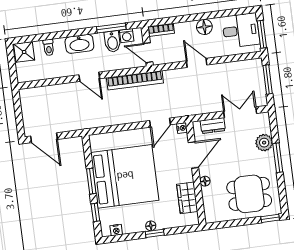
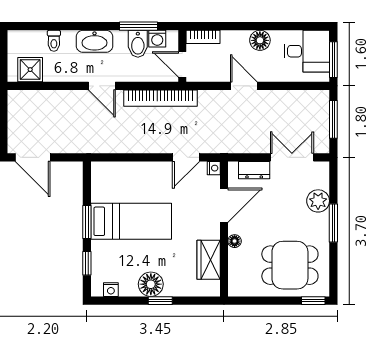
shower: (24, 52) -> (30, 70), moved
bed: (125, 176) -> (131, 221), width x0.49
floor lamp: (151, 226) -> (151, 284), width x1.89, depth x1.89

